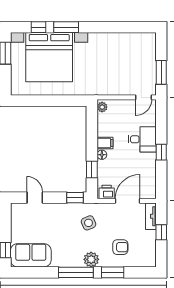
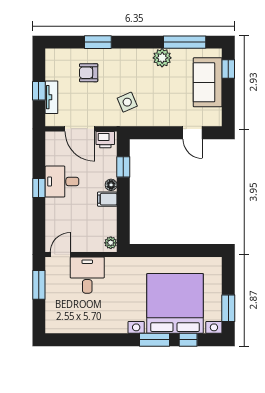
desk: (121, 80) -> (87, 275), added
desk: (142, 139) -> (62, 182), moved
window: (75, 198) -> (144, 133), removed
door: (128, 201) -> (80, 129), hinge flipped
tv unit: (151, 216) -> (51, 97), moved
sofa: (31, 255) -> (208, 82), moved, turned 90
plant: (91, 259) -> (162, 58), moved
window: (76, 272) -> (185, 42), moved

